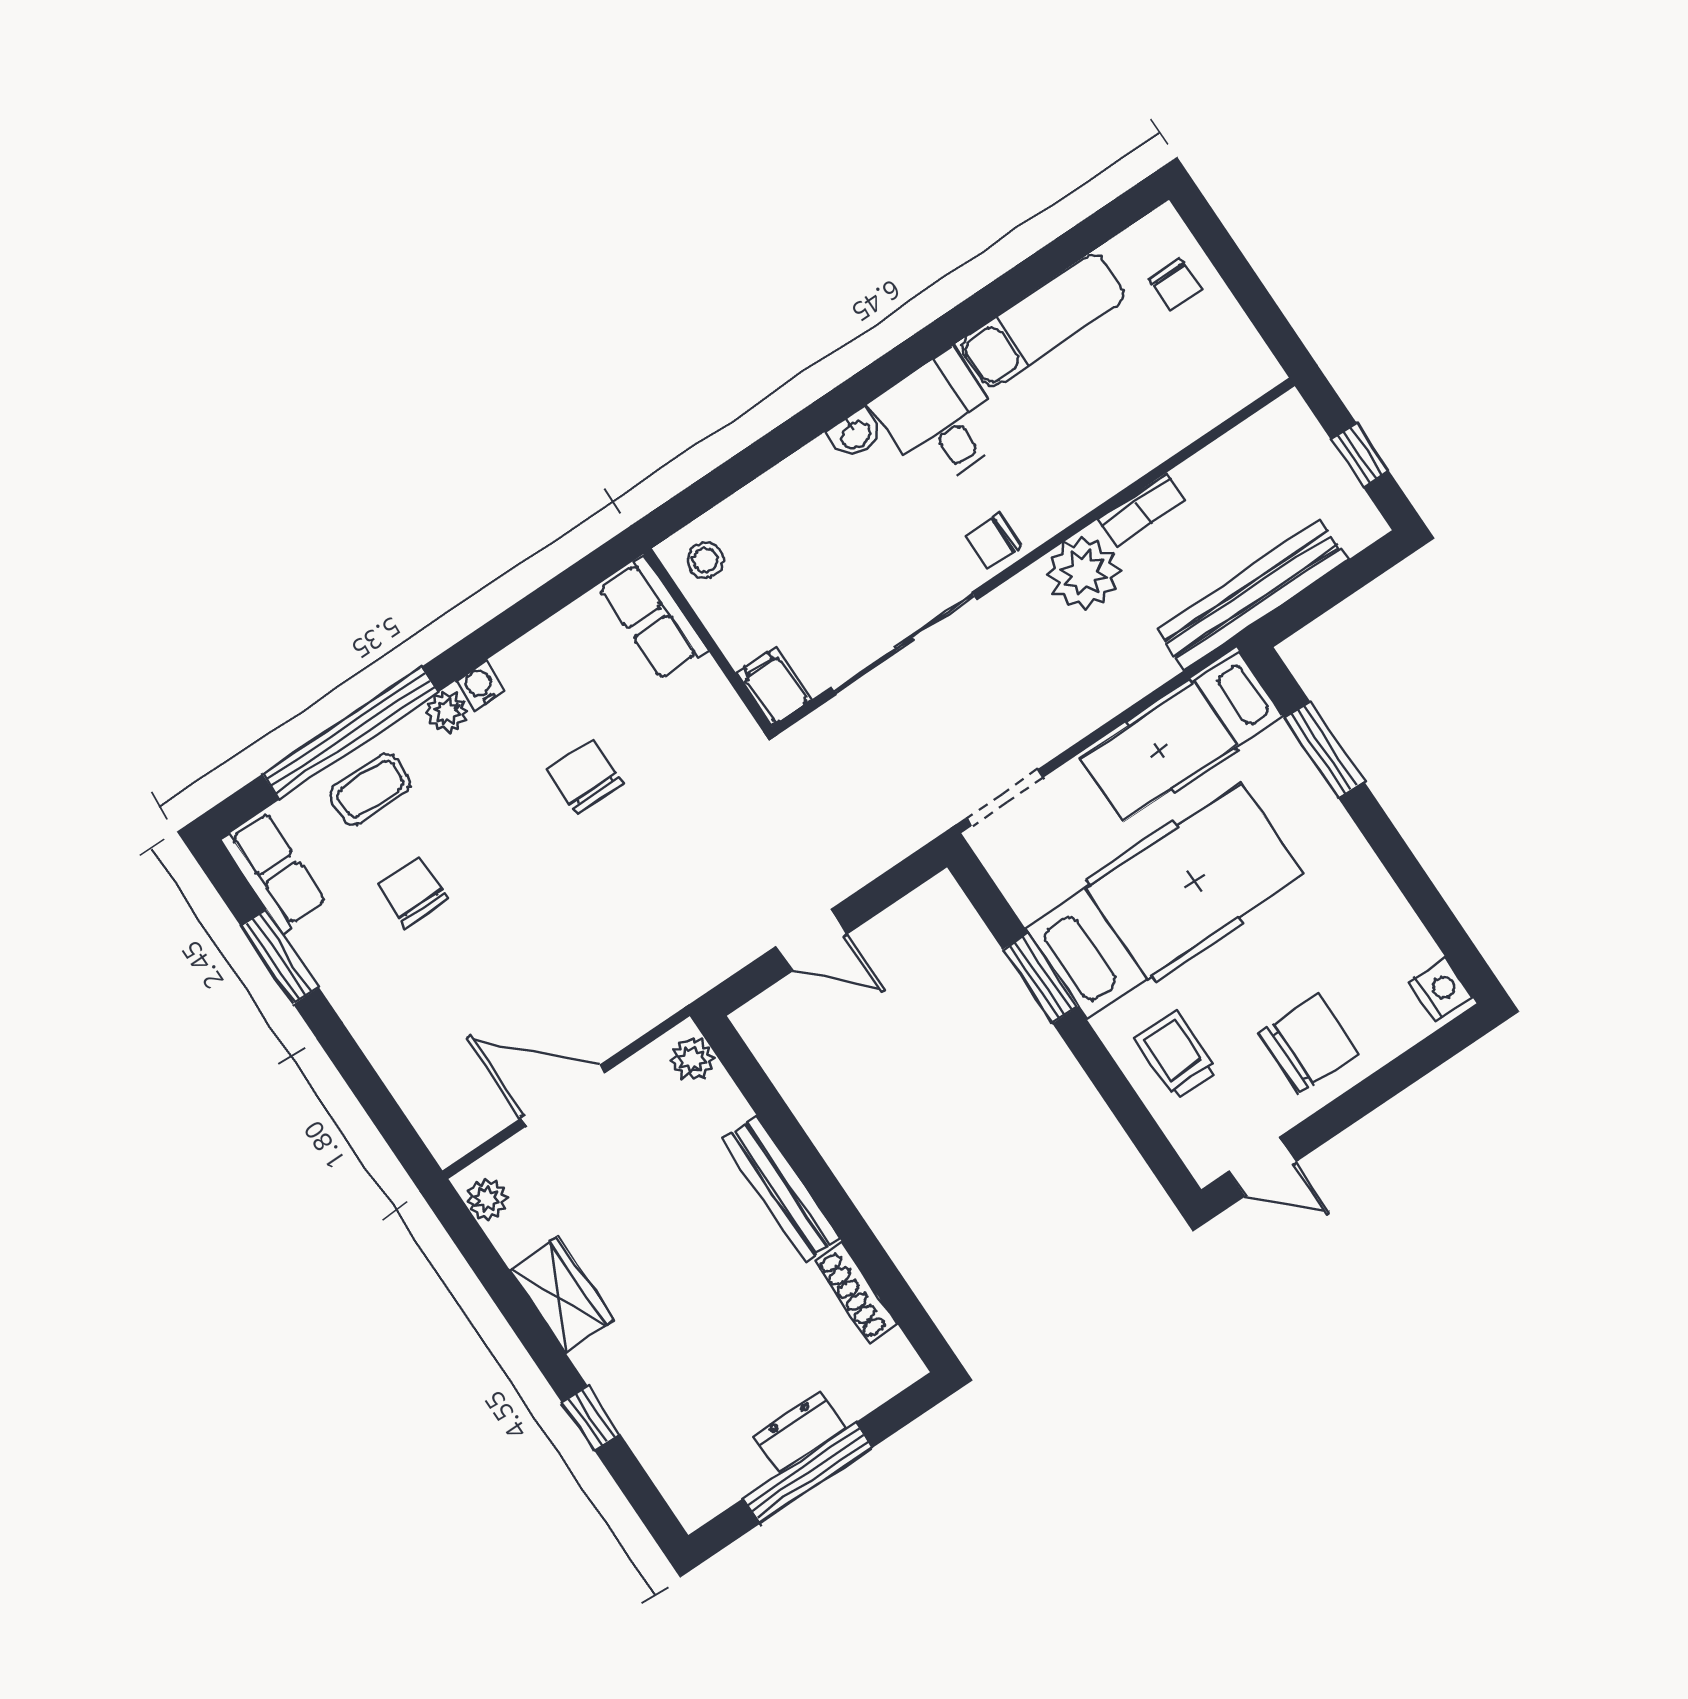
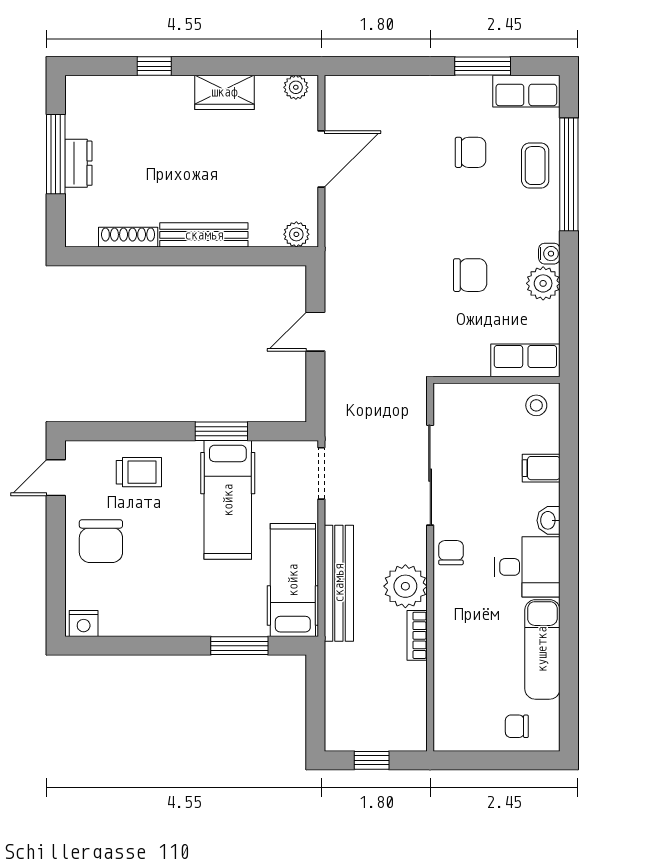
bench: (1252, 595) -> (339, 583), moved
filing cabinet: (774, 687) -> (541, 468), moved, turned 180
plant: (446, 712) -> (543, 283), moved, width x1.38, depth x1.38
hospital bed: (1164, 901) -> (228, 500), width x0.73, depth x0.78

